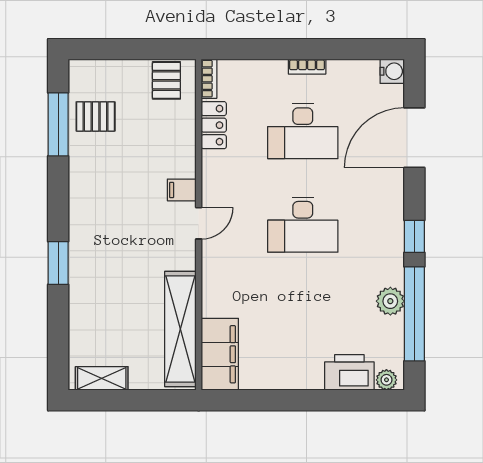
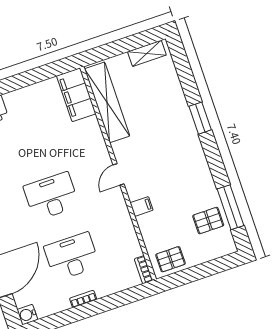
pallet: (166, 80) -> (170, 259), turned 90
locker: (214, 125) -> (130, 241), removed
filing cabinet: (182, 190) -> (142, 206), moved

